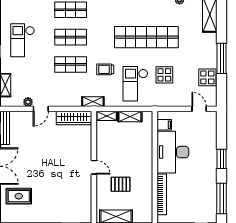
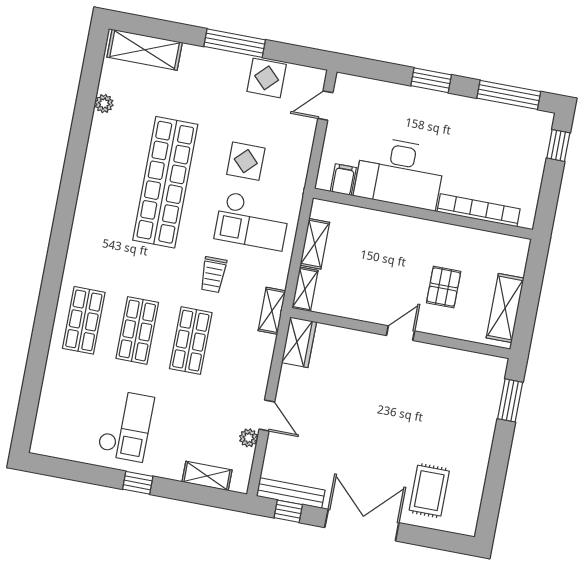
checkout: (22, 40) -> (126, 426), turned -90
wardrobe: (74, 118) -> (299, 342), width x0.67

